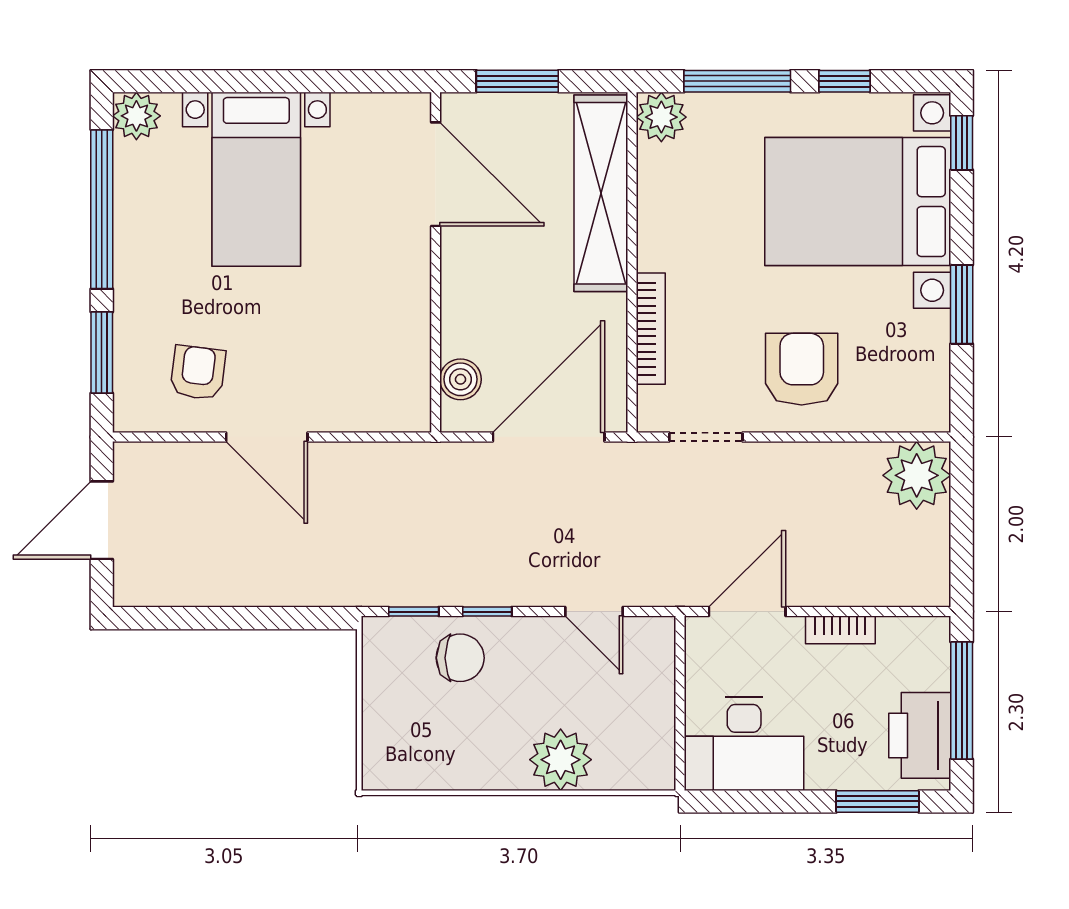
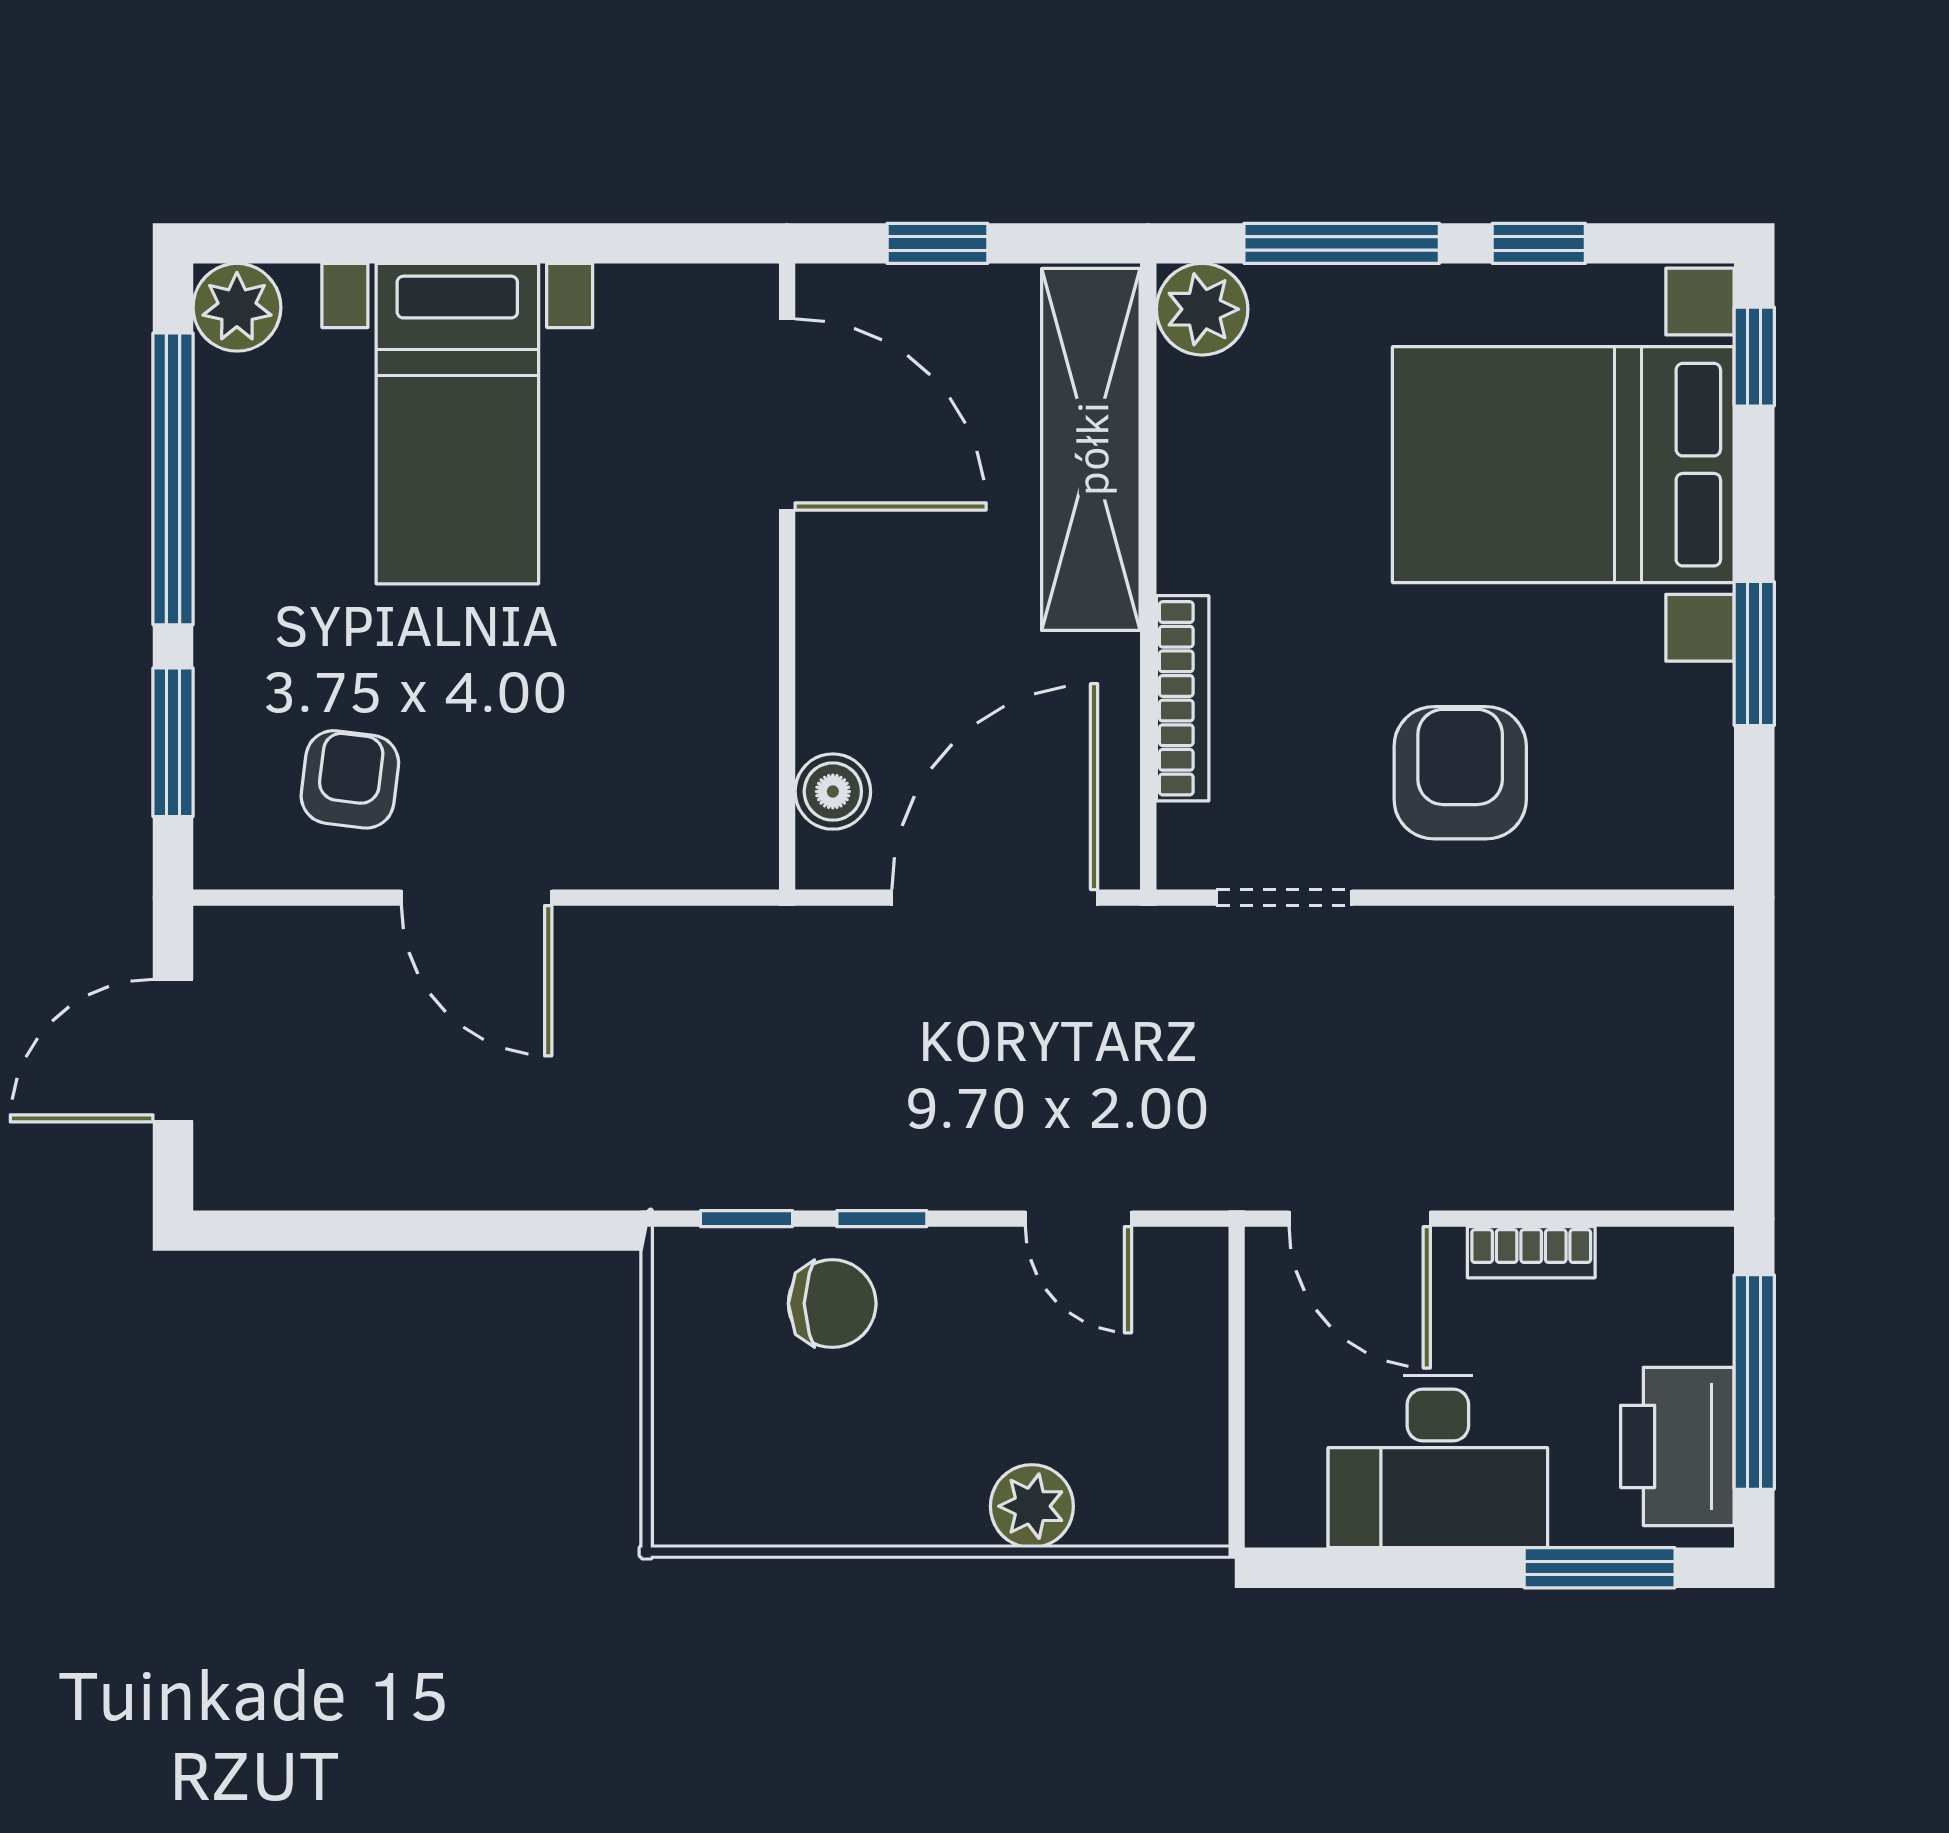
window: (517, 81) -> (937, 243), width x0.67
plant: (917, 475) -> (1672, 968), removed
door: (747, 612) -> (1360, 1219), swing flipped
desk: (744, 744) -> (1438, 1462), moved
plant: (561, 760) -> (1032, 1506), width x0.73, depth x0.73

